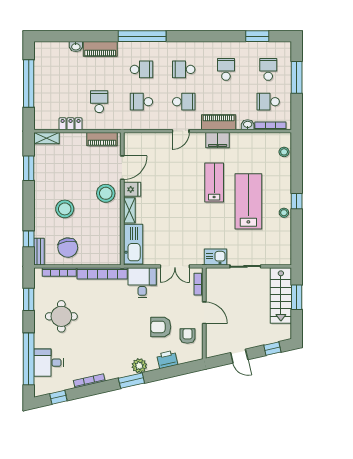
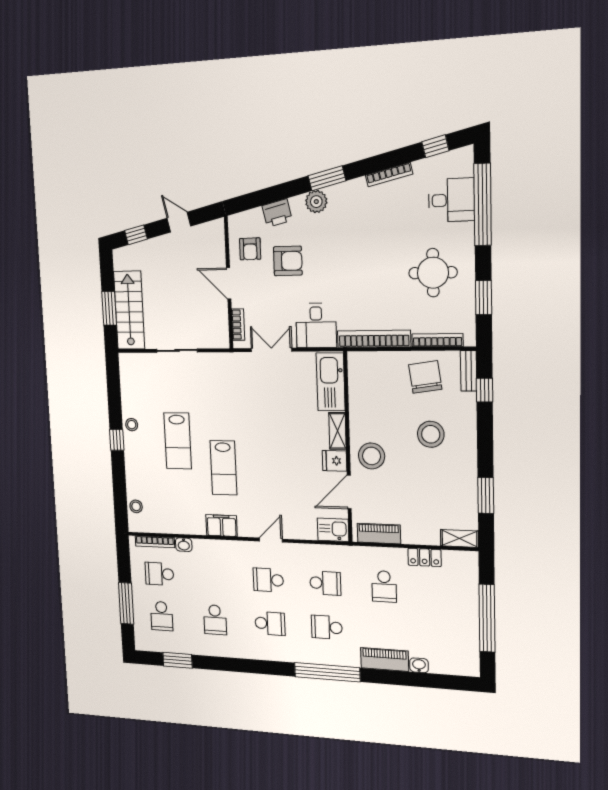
school desk: (268, 102) -> (159, 574), turned 180
piano: (219, 122) -> (221, 550), removed
lab bench: (248, 201) -> (178, 441), width x0.73, depth x0.72
kitchen sink: (216, 257) -> (333, 530), moved, turned 180

